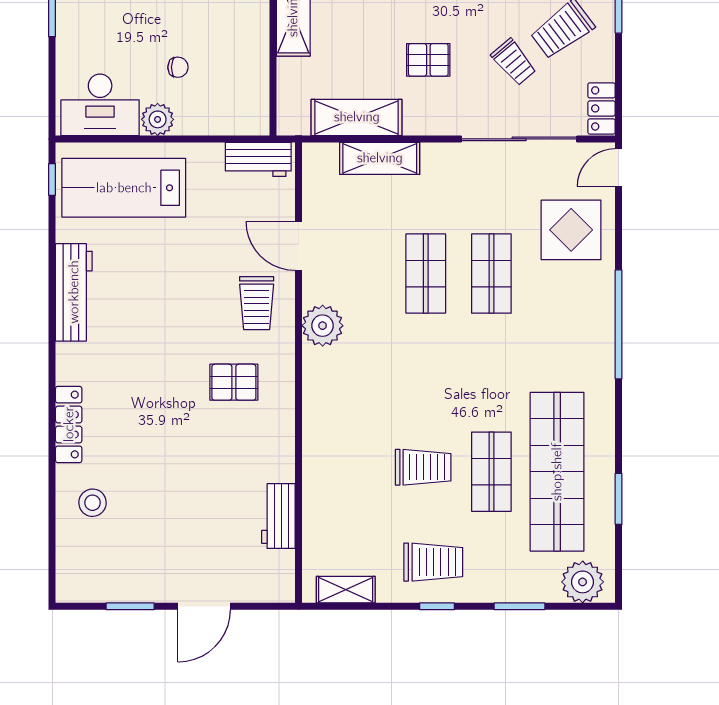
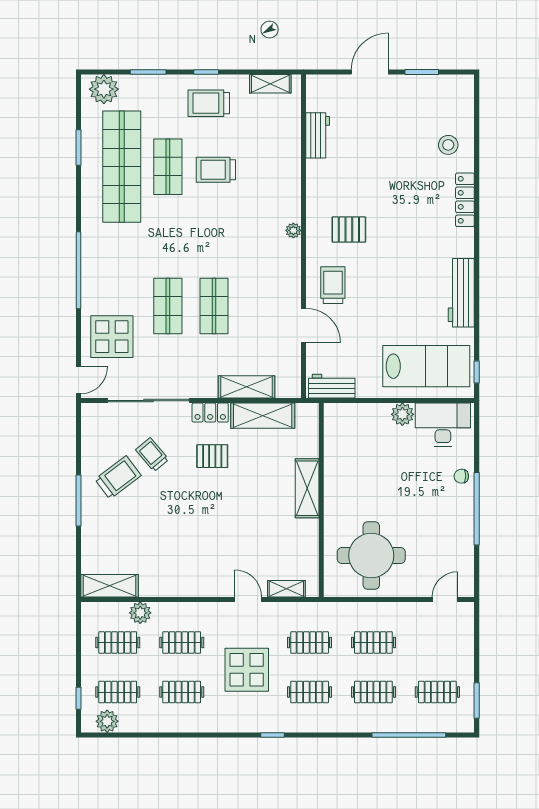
chair: (178, 67) -> (461, 476), moved
locker: (602, 108) -> (210, 413), moved, turned 90
plant: (323, 326) -> (293, 230), moved, width x0.53, depth x0.53

